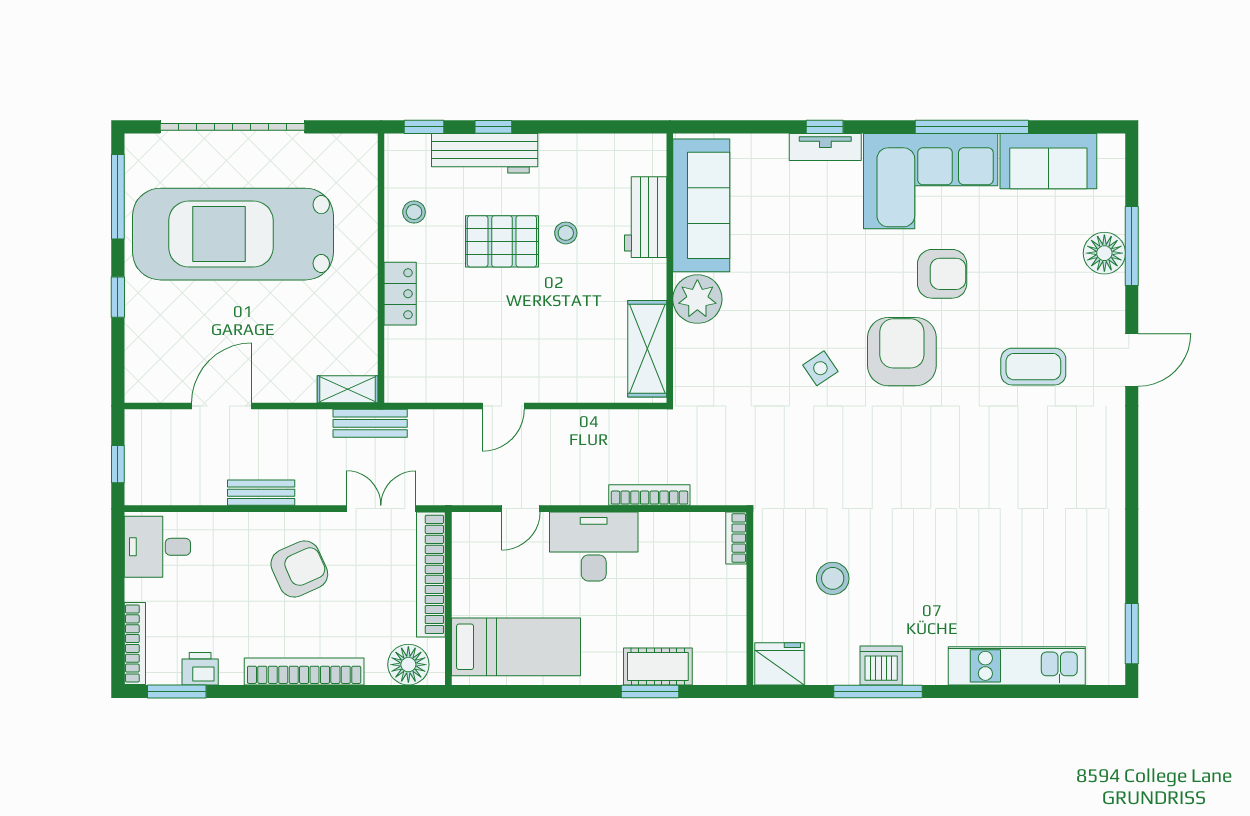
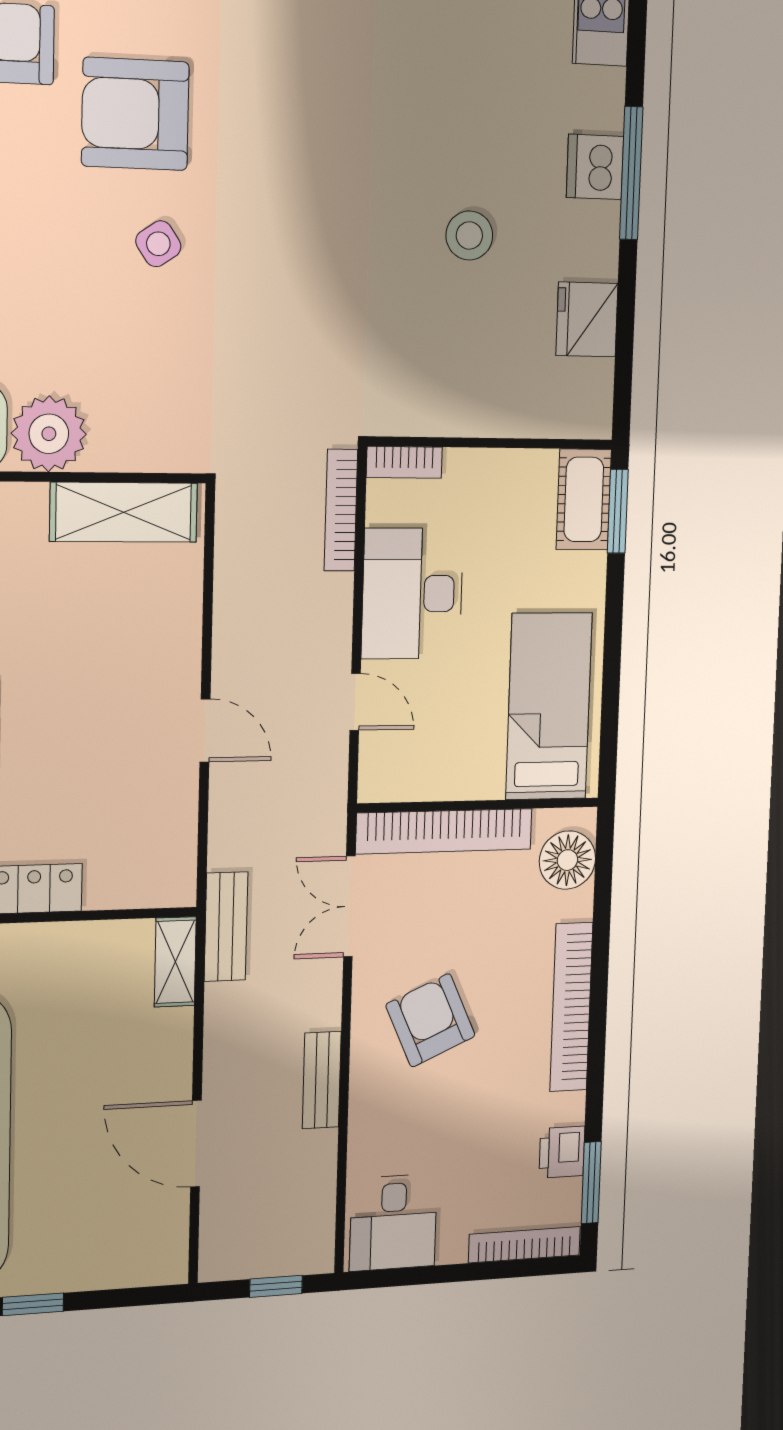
bookcase: (736, 538) -> (404, 462), moved
wall: (750, 599) -> (491, 443), moved

